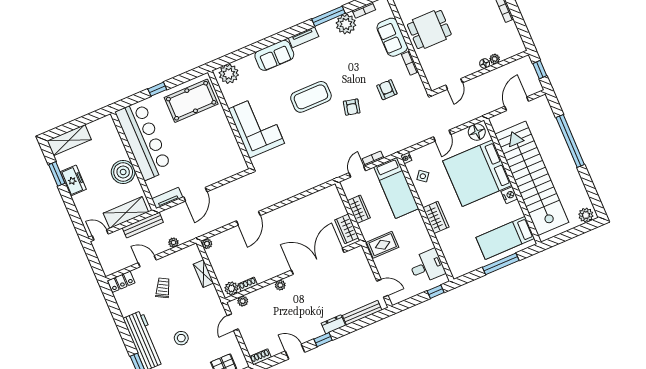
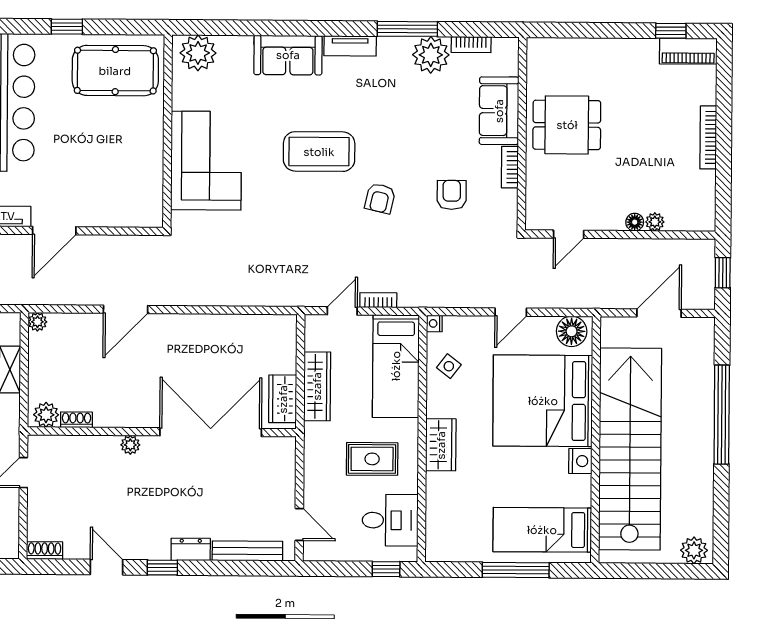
wardrobe: (359, 209) -> (317, 386), width x1.50
rug: (383, 245) -> (372, 459), moved
plant: (243, 301) -> (56, 444), removed

